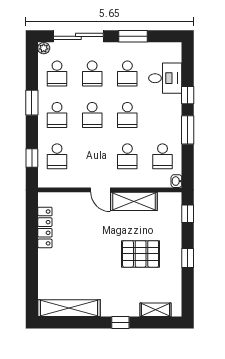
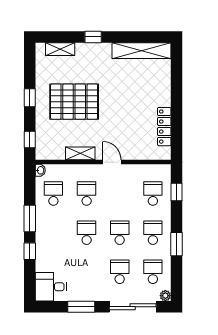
school desk: (127, 73) -> (87, 272), removed
desk: (165, 78) -> (51, 287), moved
shelving: (134, 201) -> (80, 153), width x0.67, depth x0.75
pallet: (141, 254) -> (74, 102), width x1.37, depth x1.41

